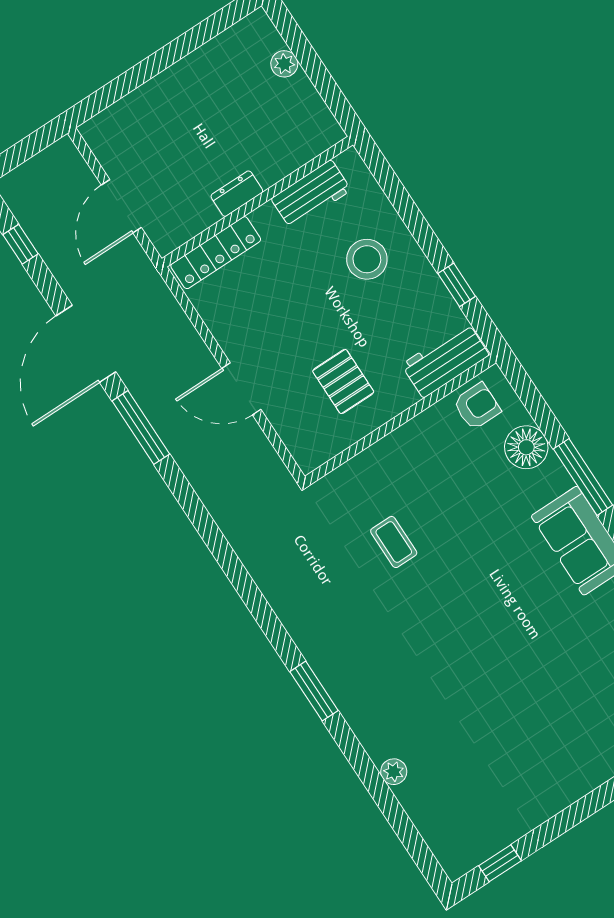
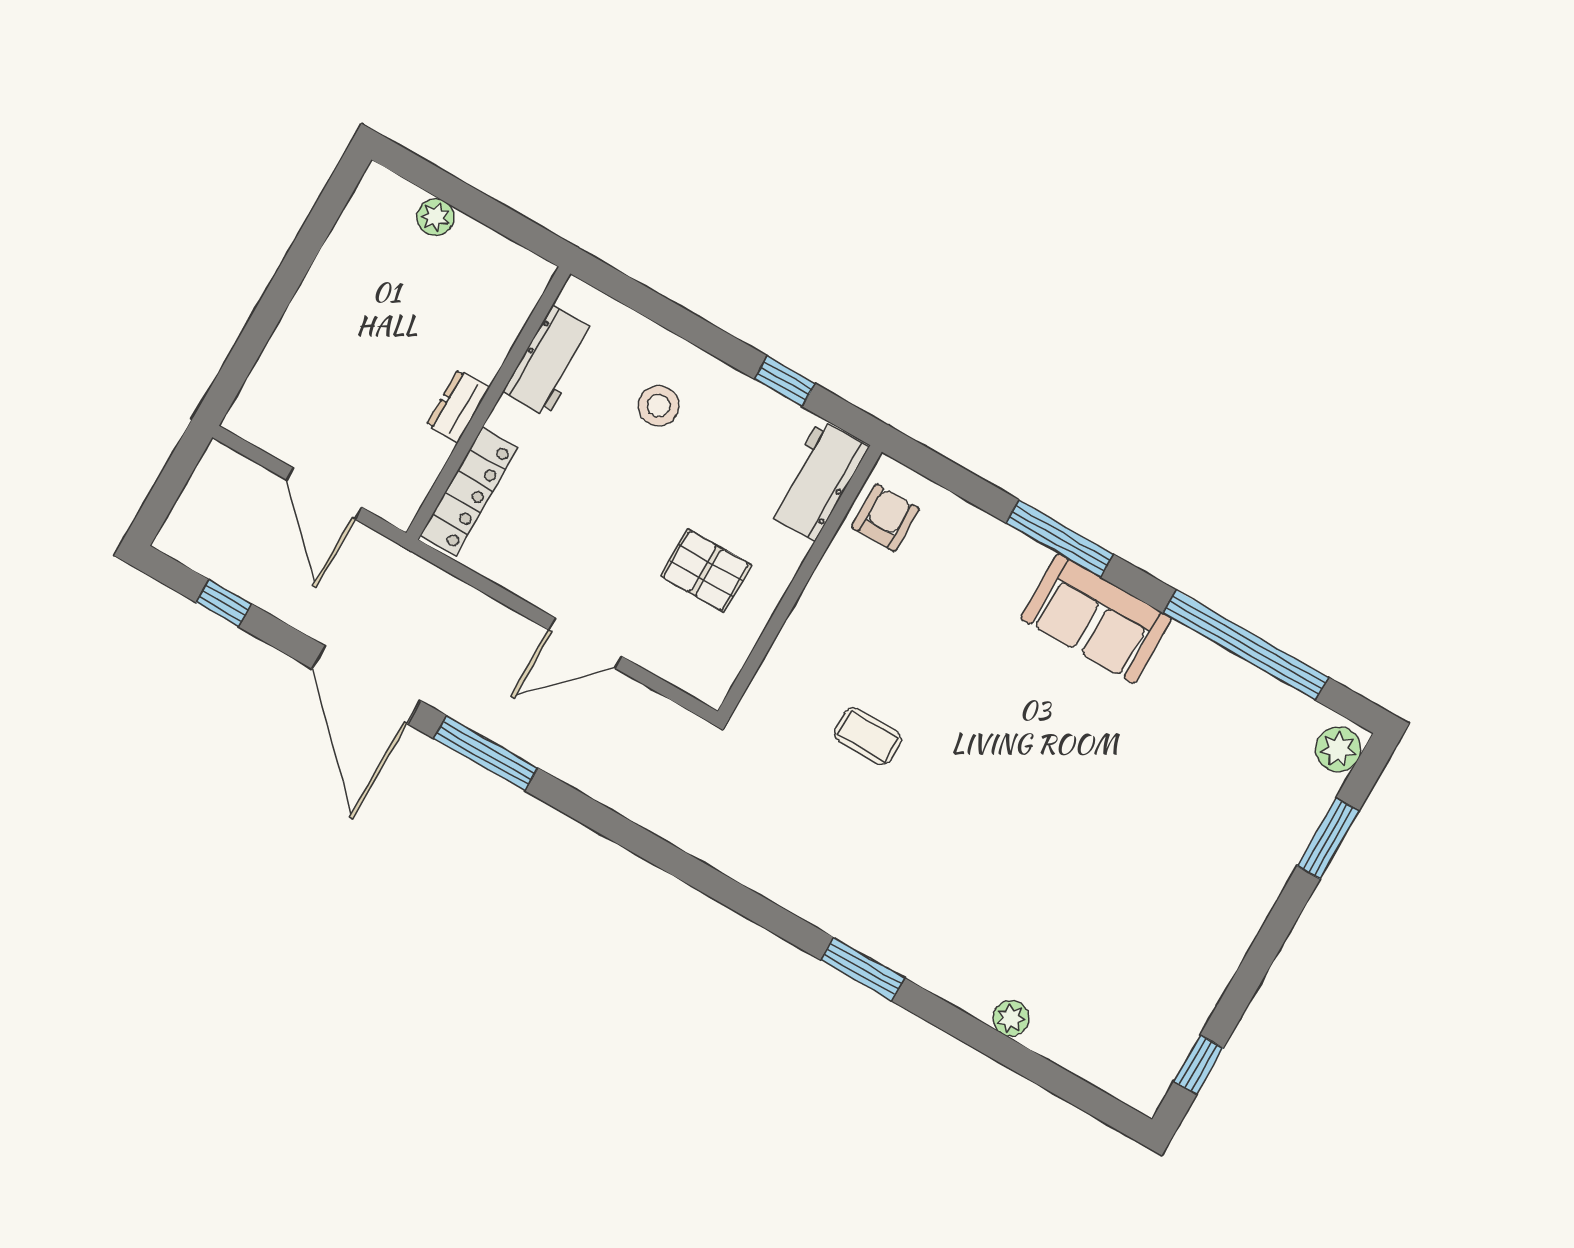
stool: (367, 259) -> (659, 406), width x0.73, depth x0.73
floor lamp: (526, 447) -> (972, 537), removed

